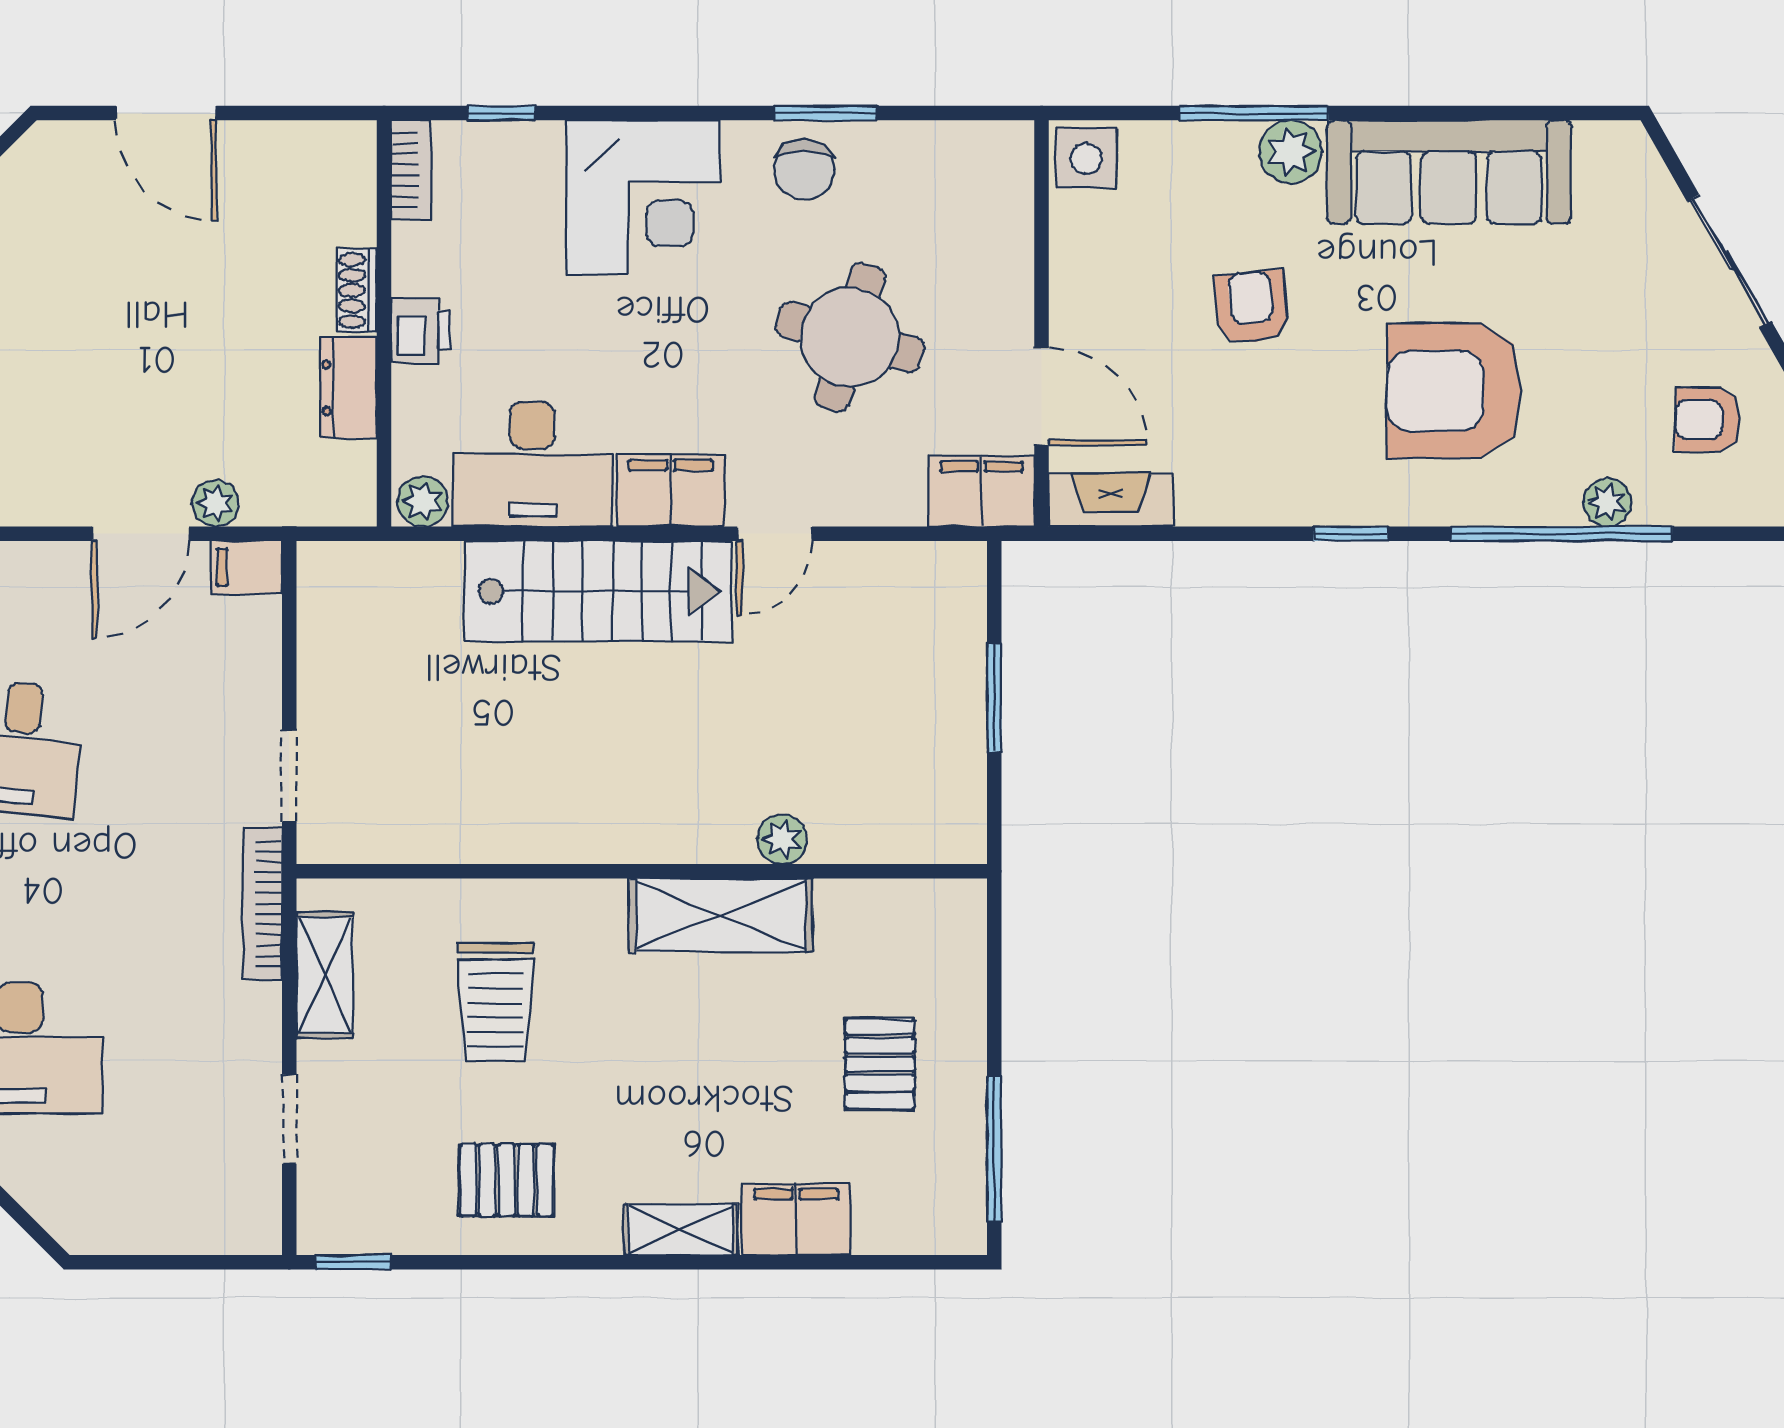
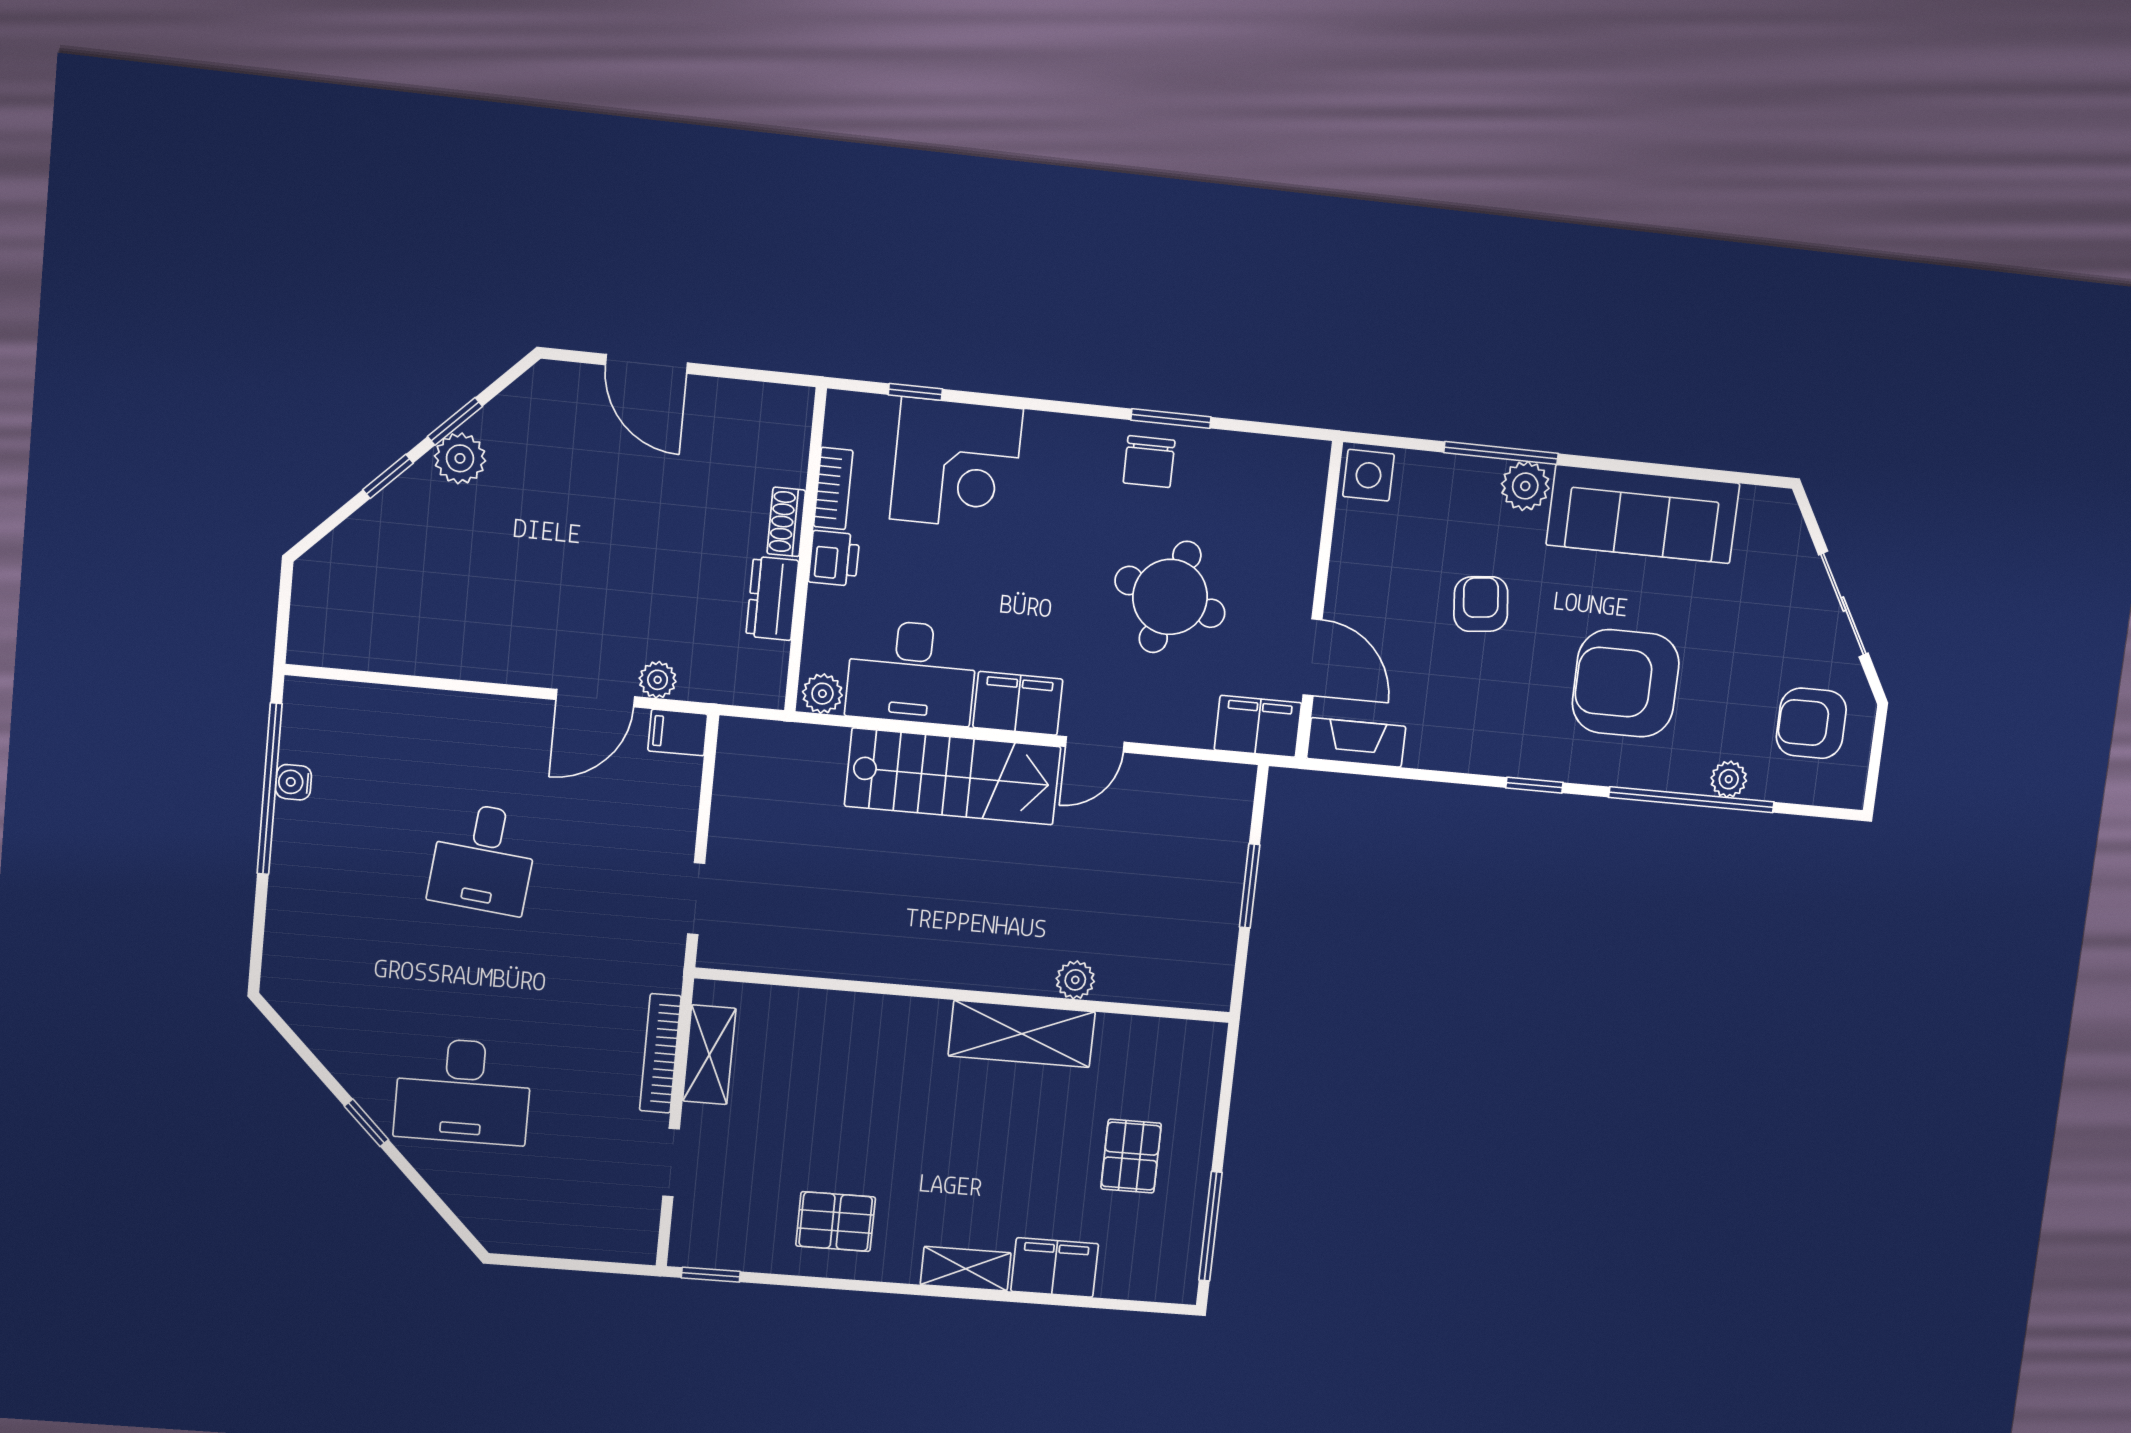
bookcase: (411, 170) -> (833, 488), moved
corner desk: (643, 197) -> (956, 464), moved
armchair: (1708, 419) -> (1811, 723), width x1.38, depth x1.38
bookcase: (263, 903) -> (660, 1053), moved
trolley: (495, 1002) -> (841, 1086), removed

